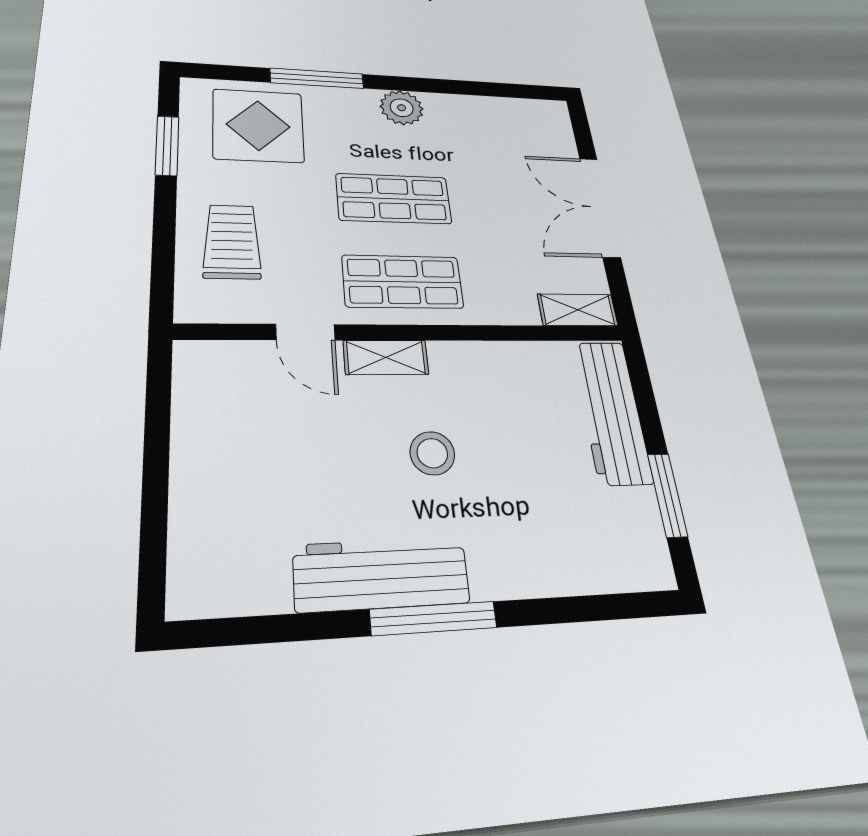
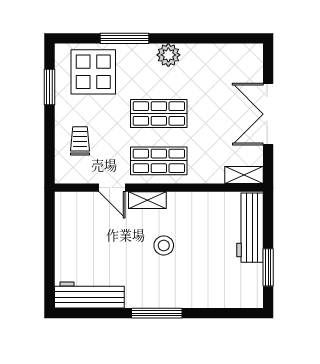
trolley: (232, 241) -> (80, 141), width x0.73, depth x0.72
workbench: (381, 574) -> (89, 295), moved

